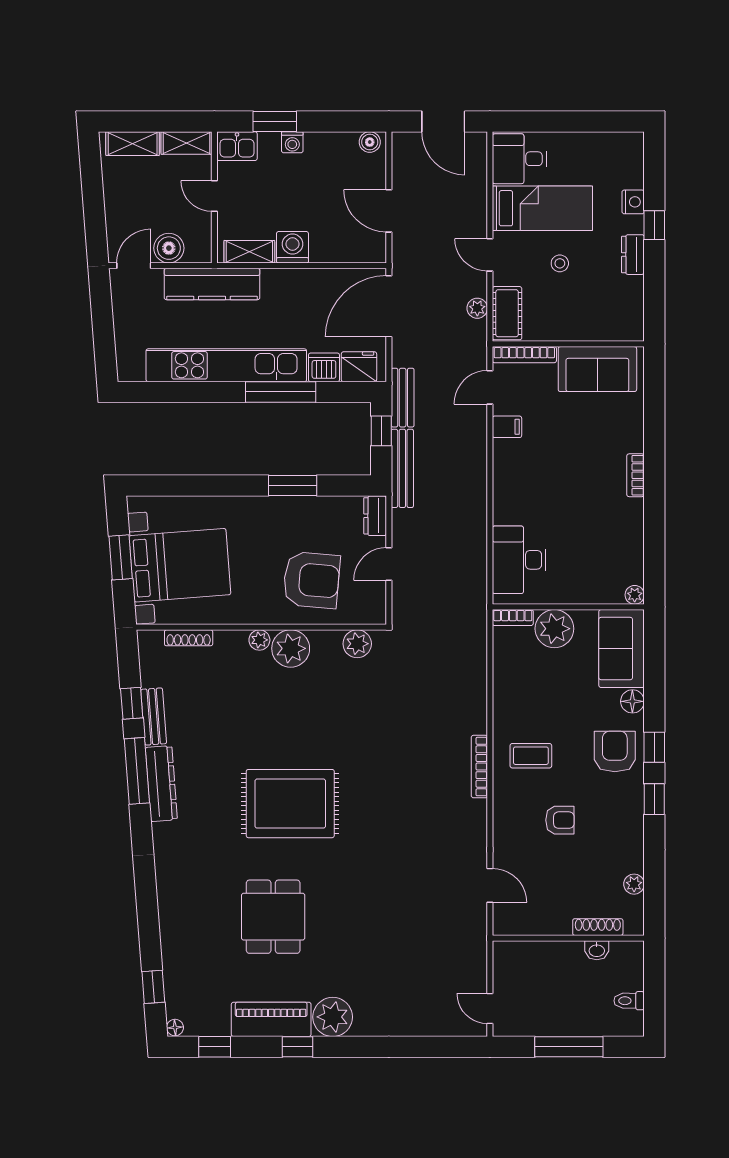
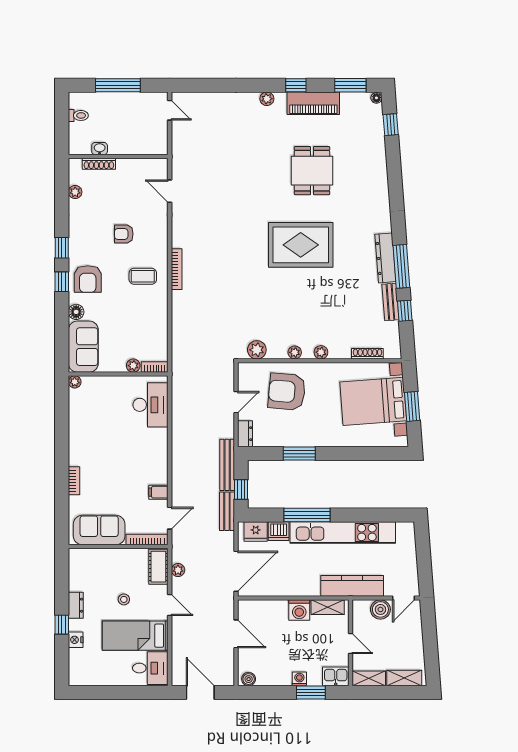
bookcase: (636, 475) -> (74, 481), moved
plant: (554, 629) -> (133, 366), width x0.53, depth x0.53
plant: (291, 648) -> (295, 352), width x0.53, depth x0.53
plant: (333, 1017) -> (267, 99), width x0.53, depth x0.53
window: (215, 1047) -> (350, 85), width x1.50

